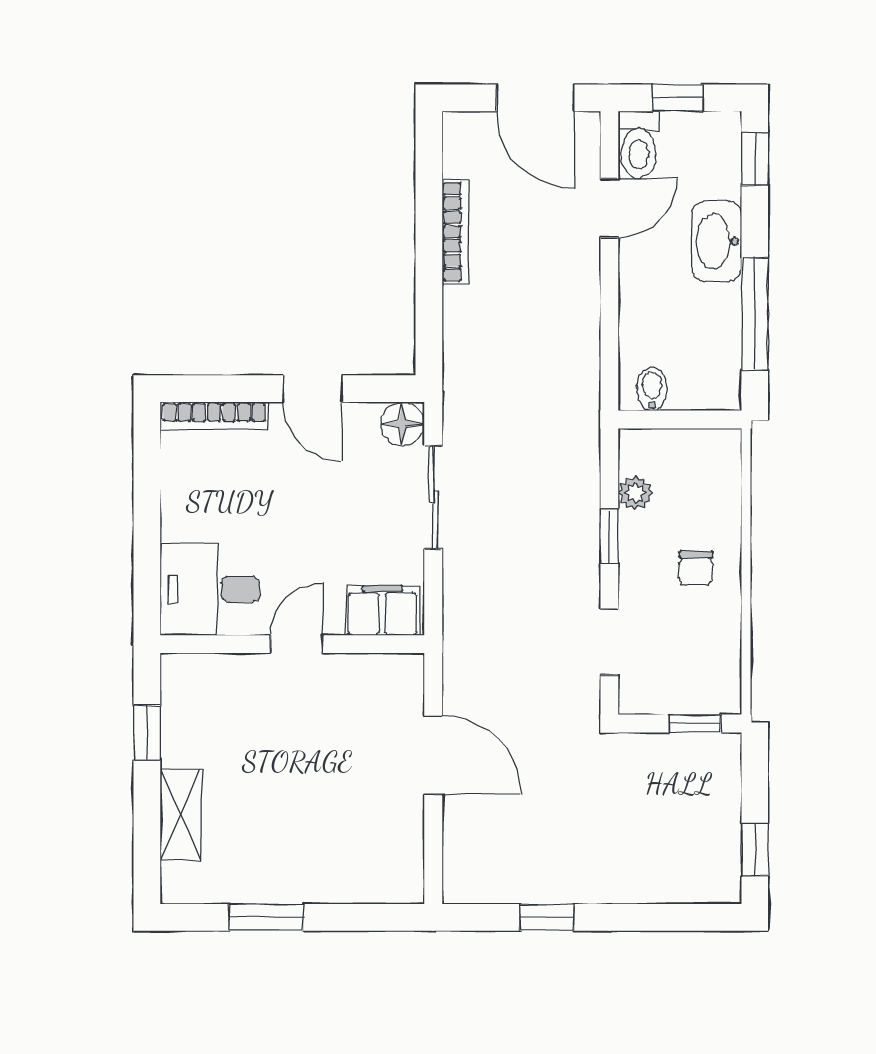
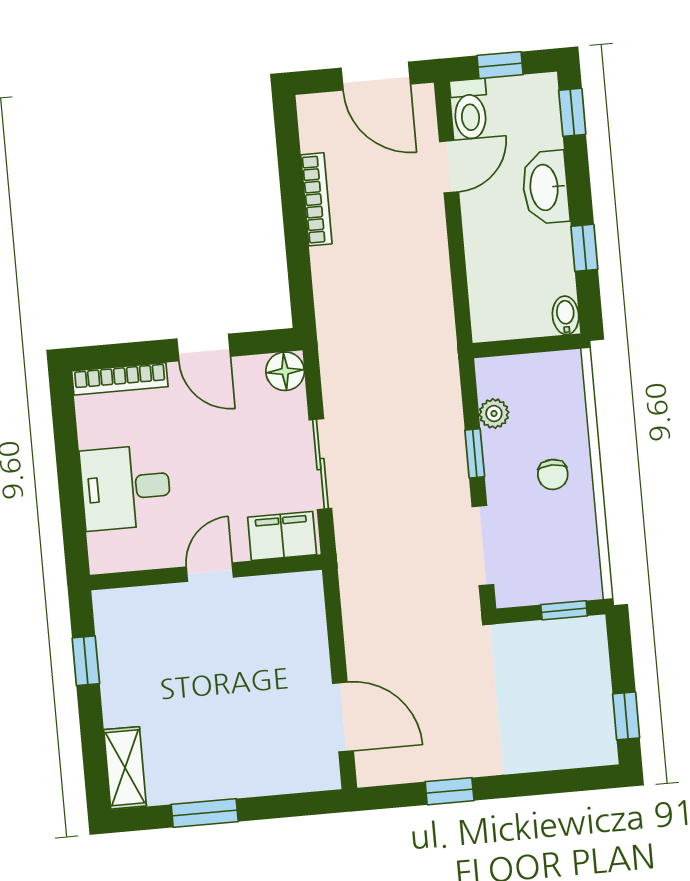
window: (755, 314) -> (584, 248), width x0.46
bidet: (652, 389) -> (566, 315), moved
sliding door: (433, 497) -> (320, 464), moved
desk: (210, 589) -> (126, 488), moved
doorway: (609, 642) -> (483, 546), width x1.38
door: (433, 755) -> (343, 717), moved
shelving: (181, 815) -> (125, 768), moved

